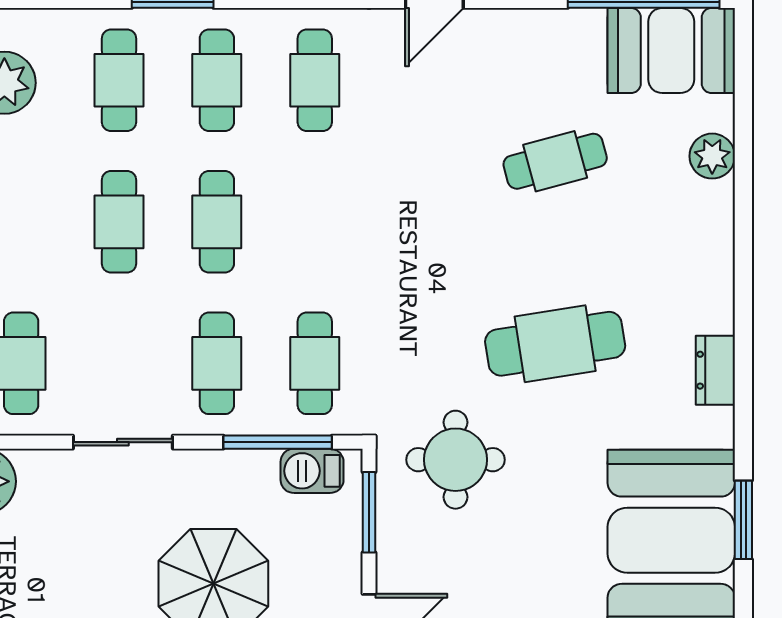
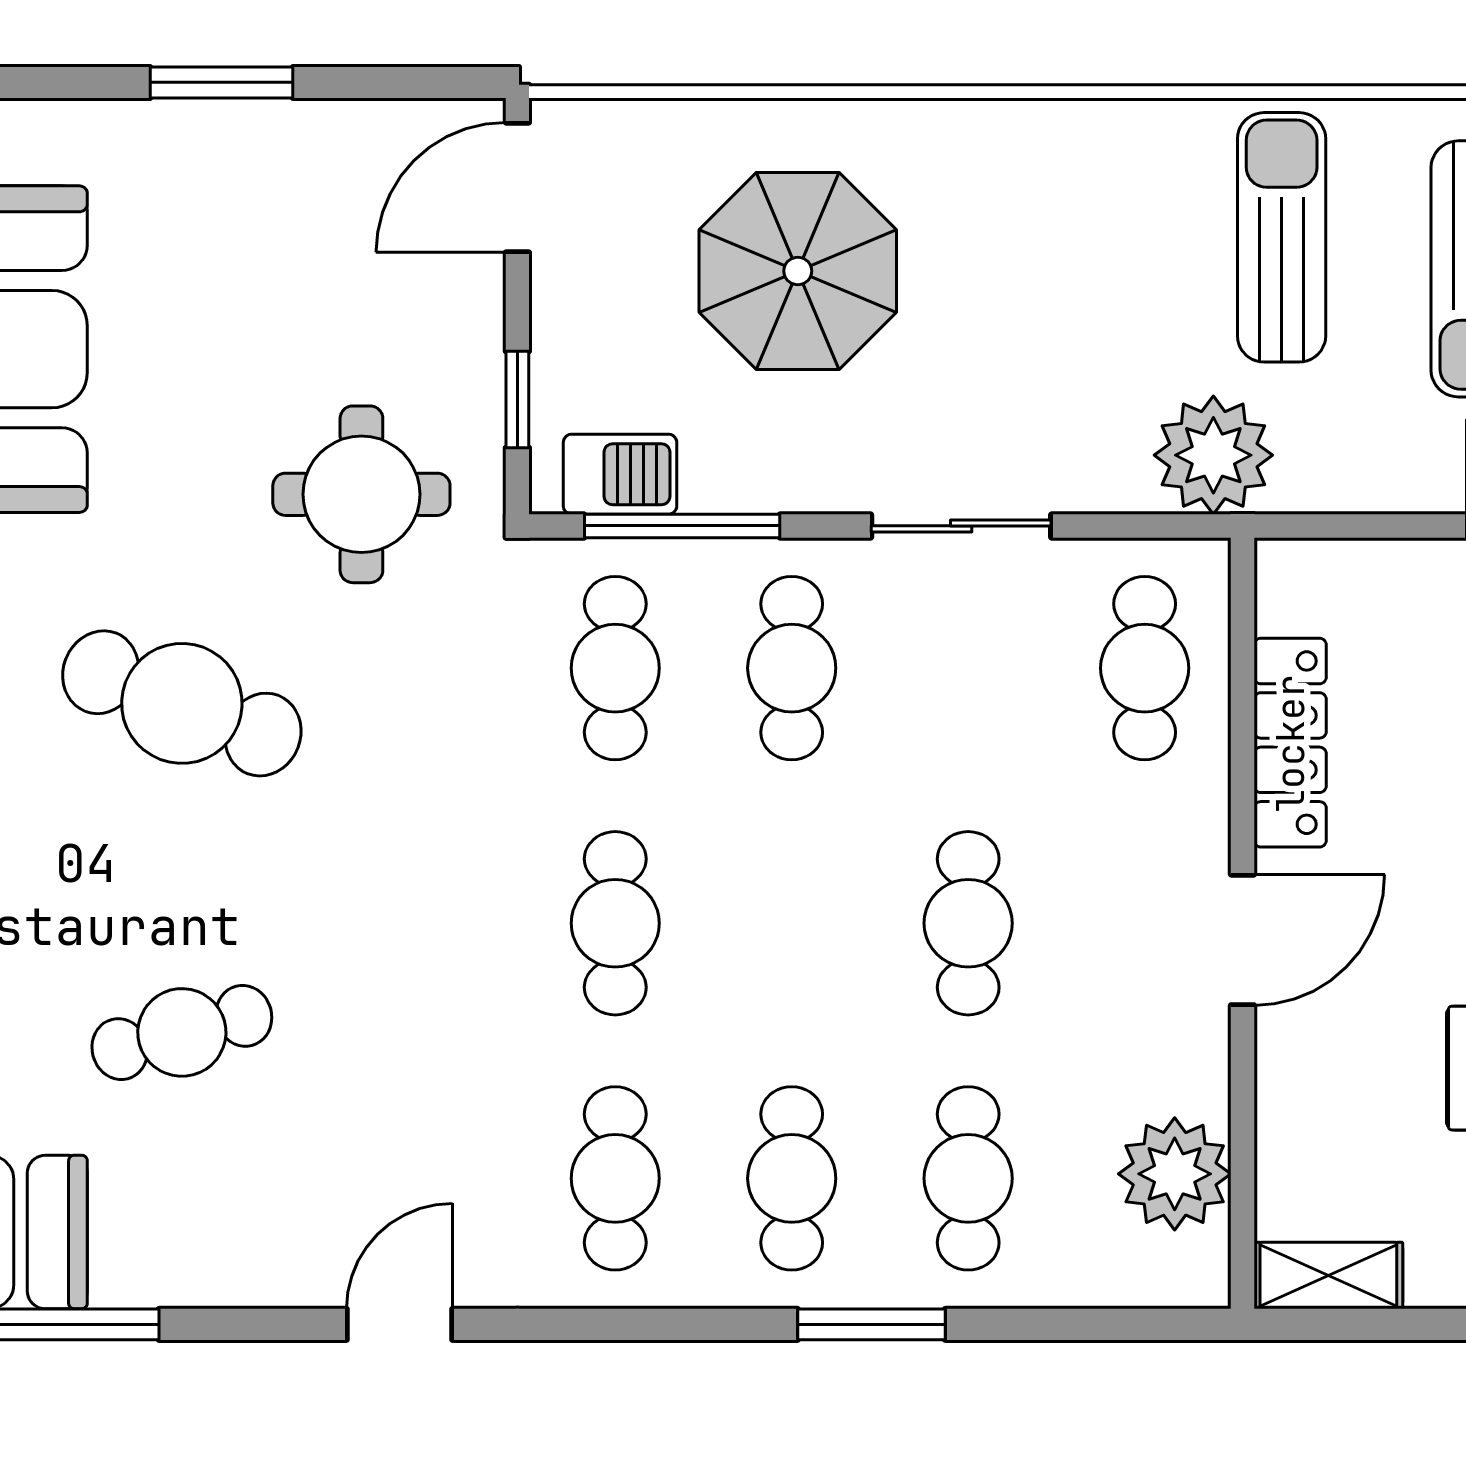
cafe table: (217, 222) -> (615, 923), moved
cafe table: (555, 344) -> (182, 703), turned 30
window: (369, 512) -> (517, 400), width x0.67

